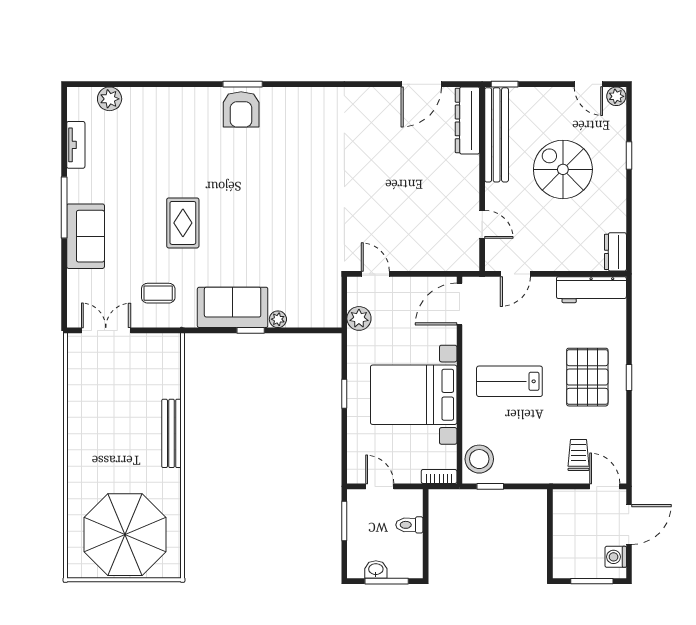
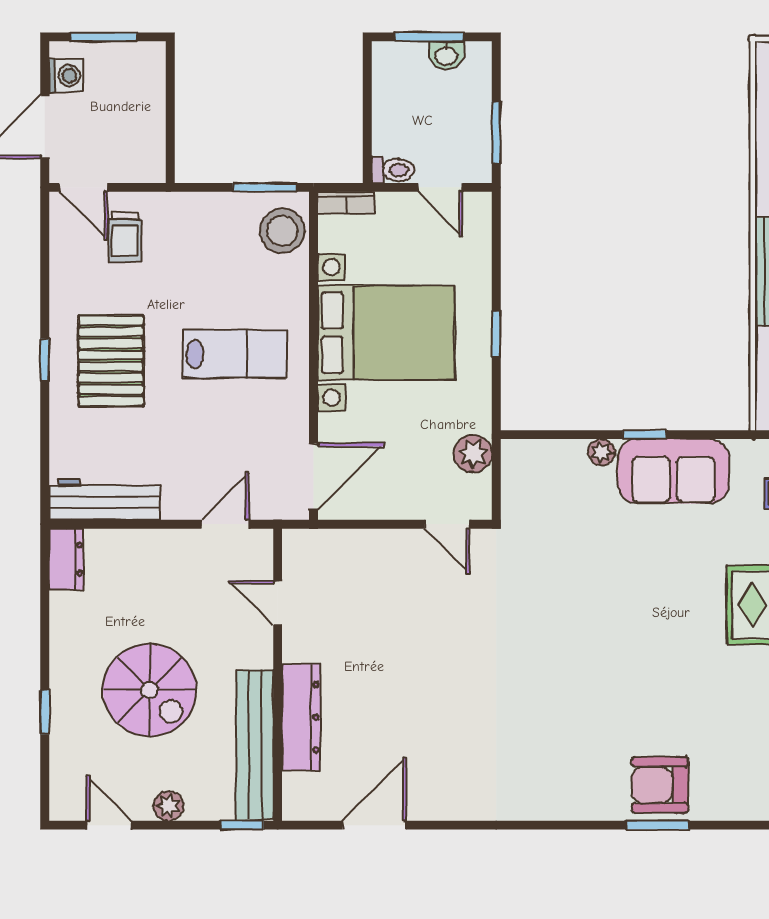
plant: (616, 96) -> (169, 806), moved
armchair: (241, 109) -> (660, 785), turned -90
dresser: (467, 120) -> (301, 717), moved
window: (490, 486) -> (265, 187), width x1.50
toilet: (409, 525) -> (393, 170), moved

